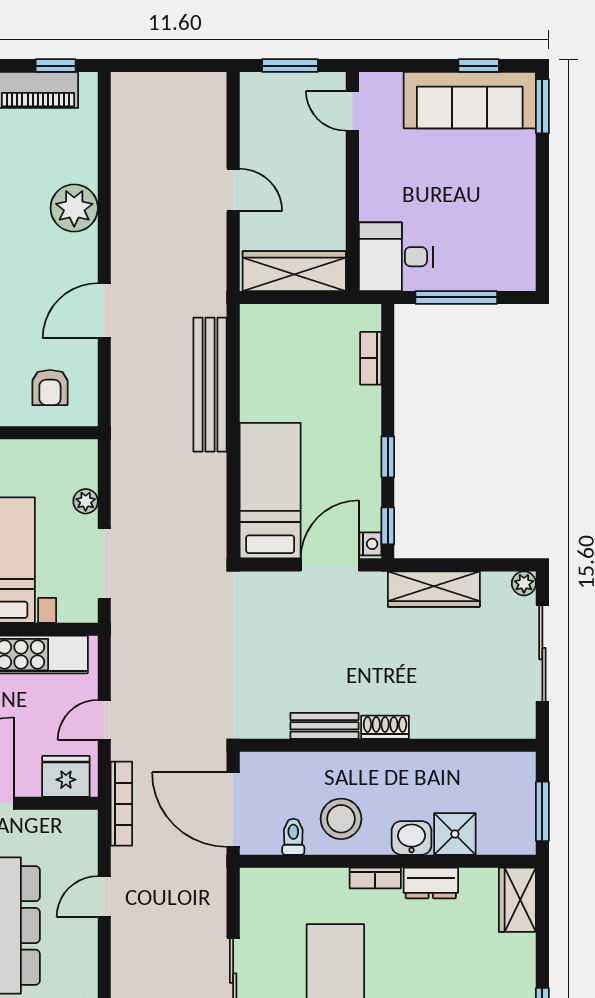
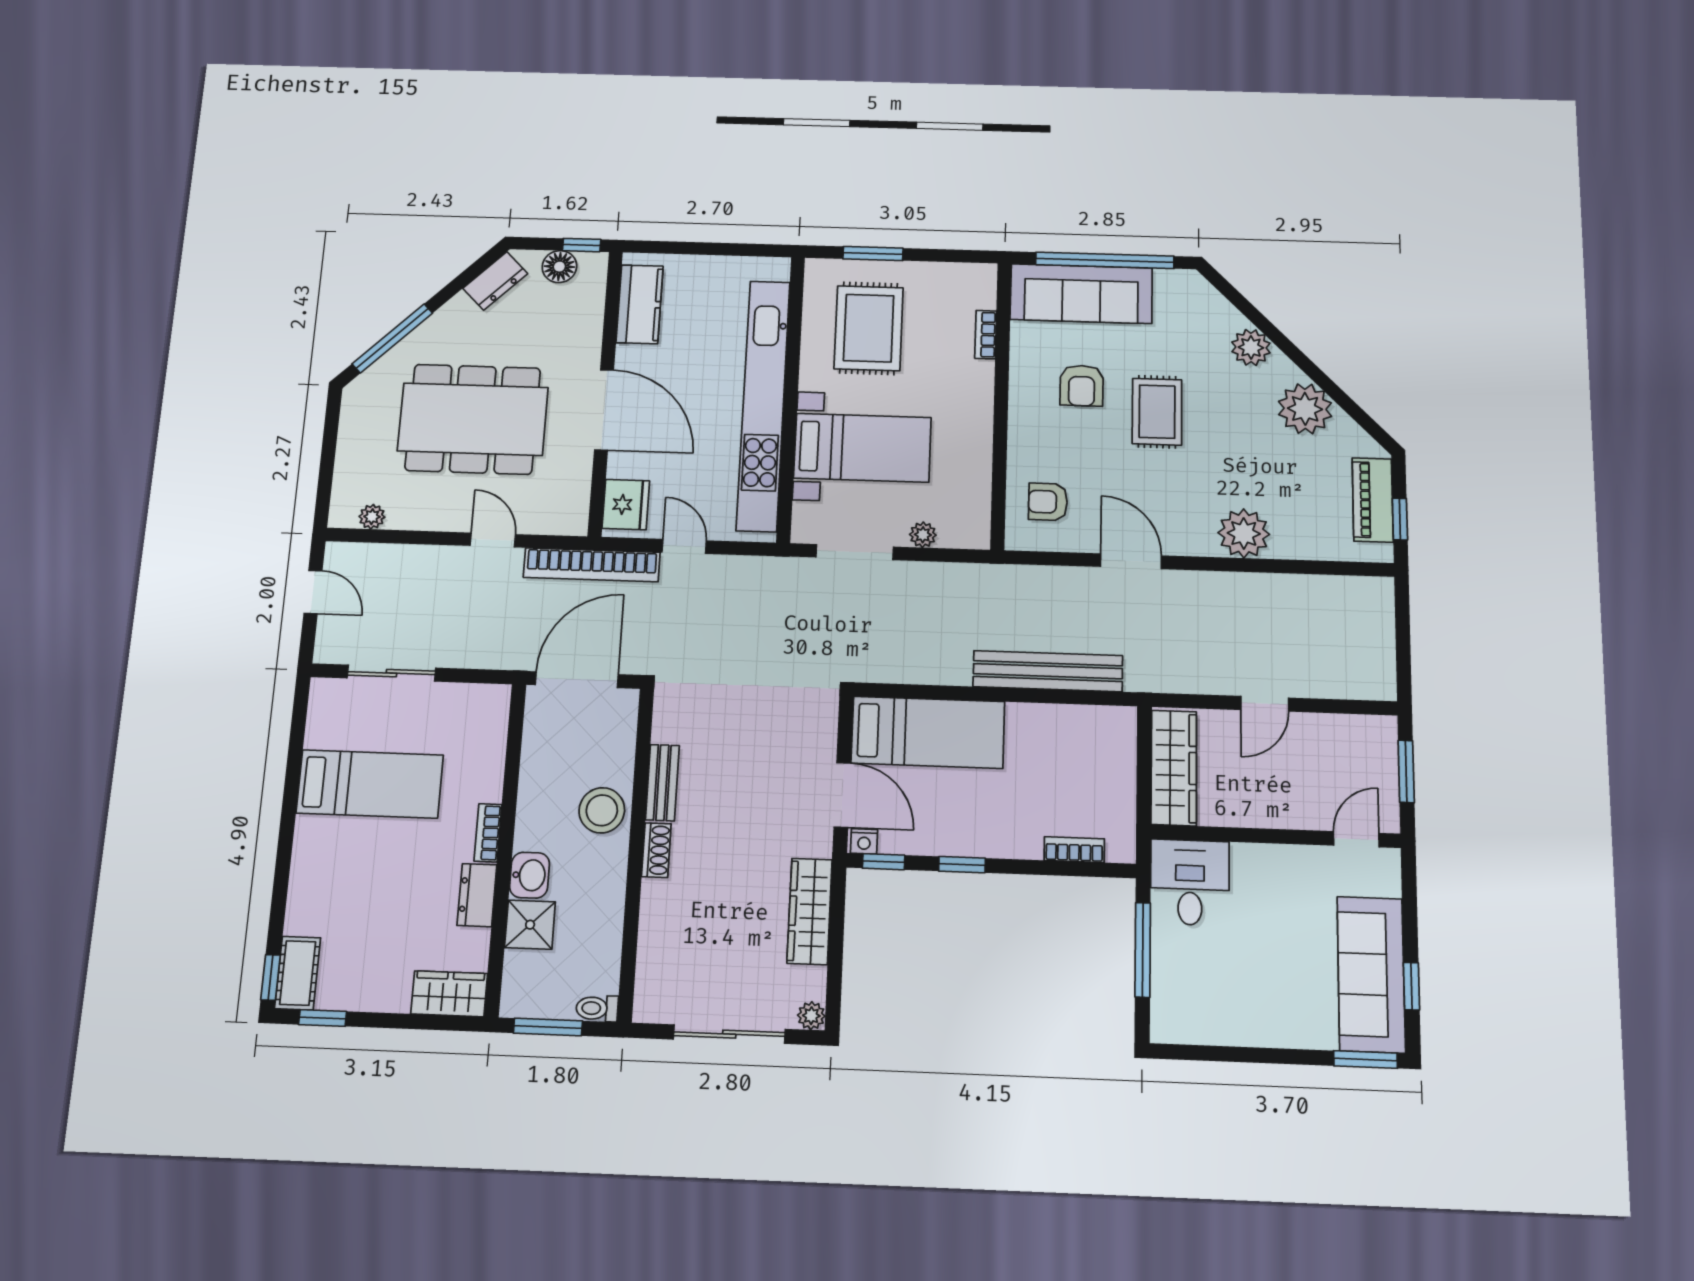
bookcase: (121, 804) -> (592, 565), width x1.48, depth x1.31
stool: (341, 819) -> (602, 810), moved
toilet: (293, 837) -> (597, 1008), moved, turned 180

